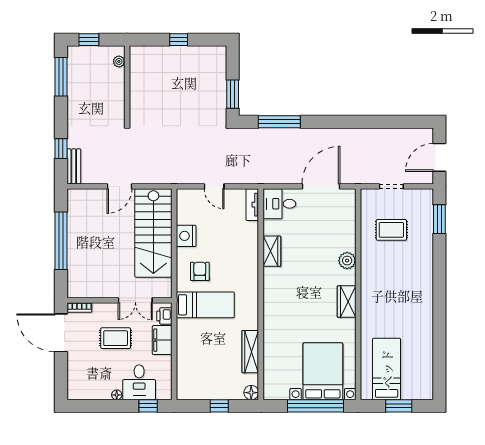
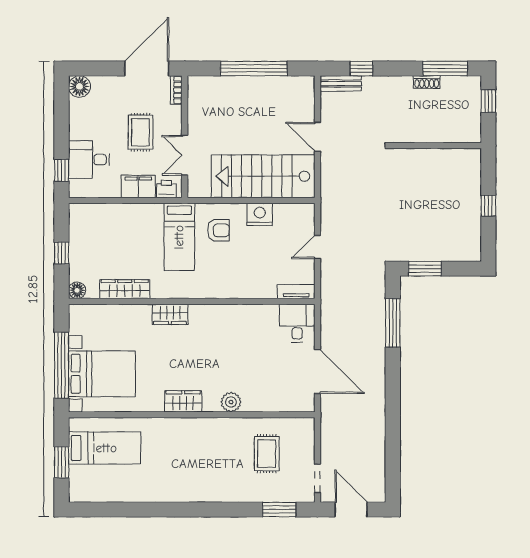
plant: (119, 61) -> (463, 136), removed
shoe rack: (73, 93) -> (427, 82), added
doorway: (391, 186) -> (317, 478), moved
wardrobe: (272, 251) -> (170, 314), moved
floor lamp: (117, 395) -> (79, 86), moved, width x1.89, depth x1.89

